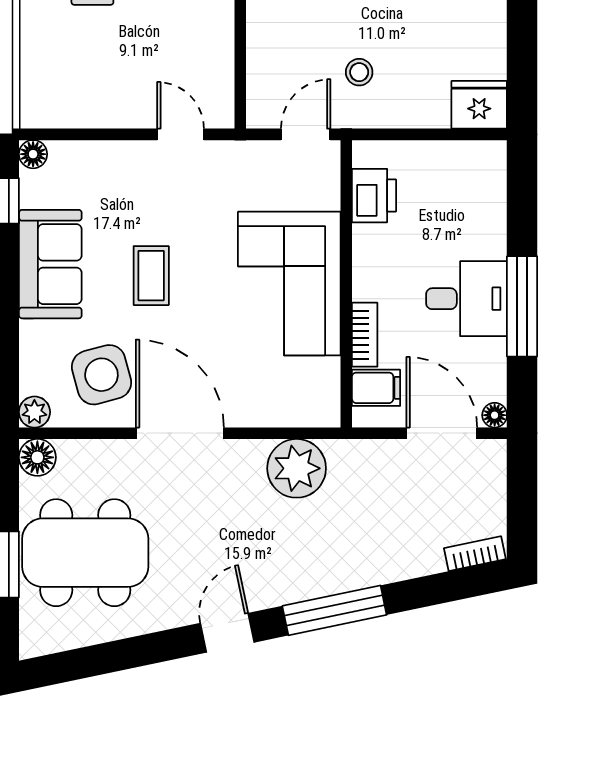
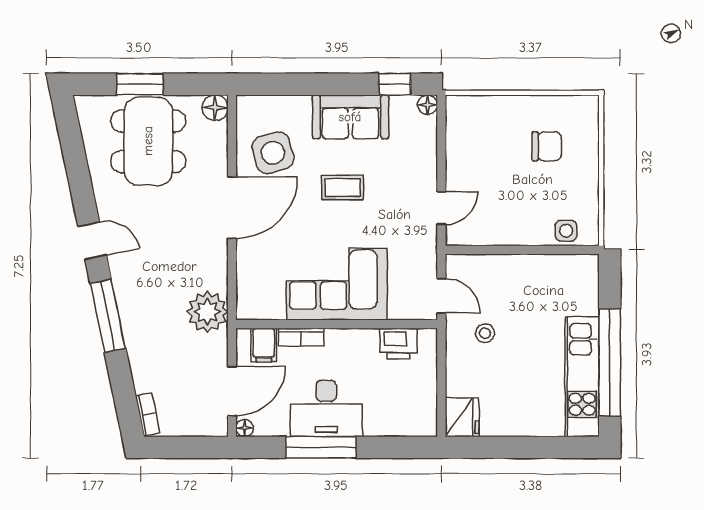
desk: (466, 299) -> (326, 408), width x1.37
plant: (34, 412) -> (247, 106), removed
plant: (297, 468) -> (207, 312), moved

